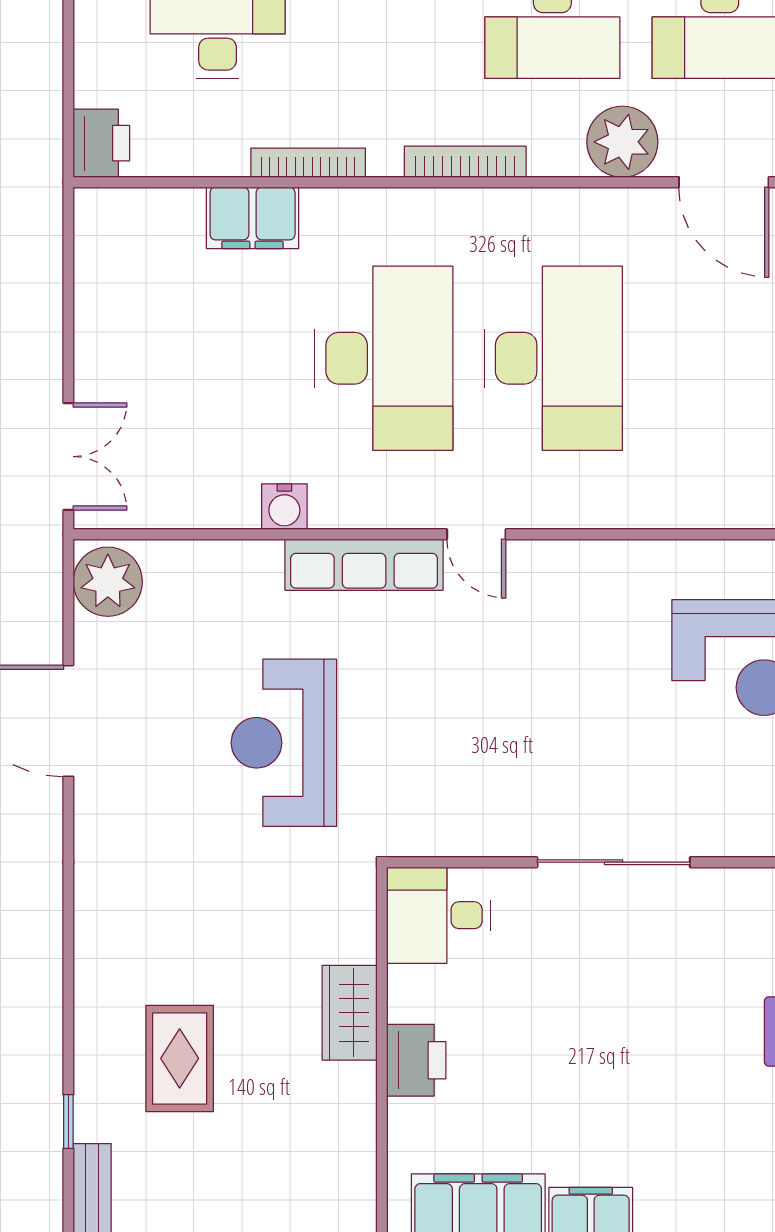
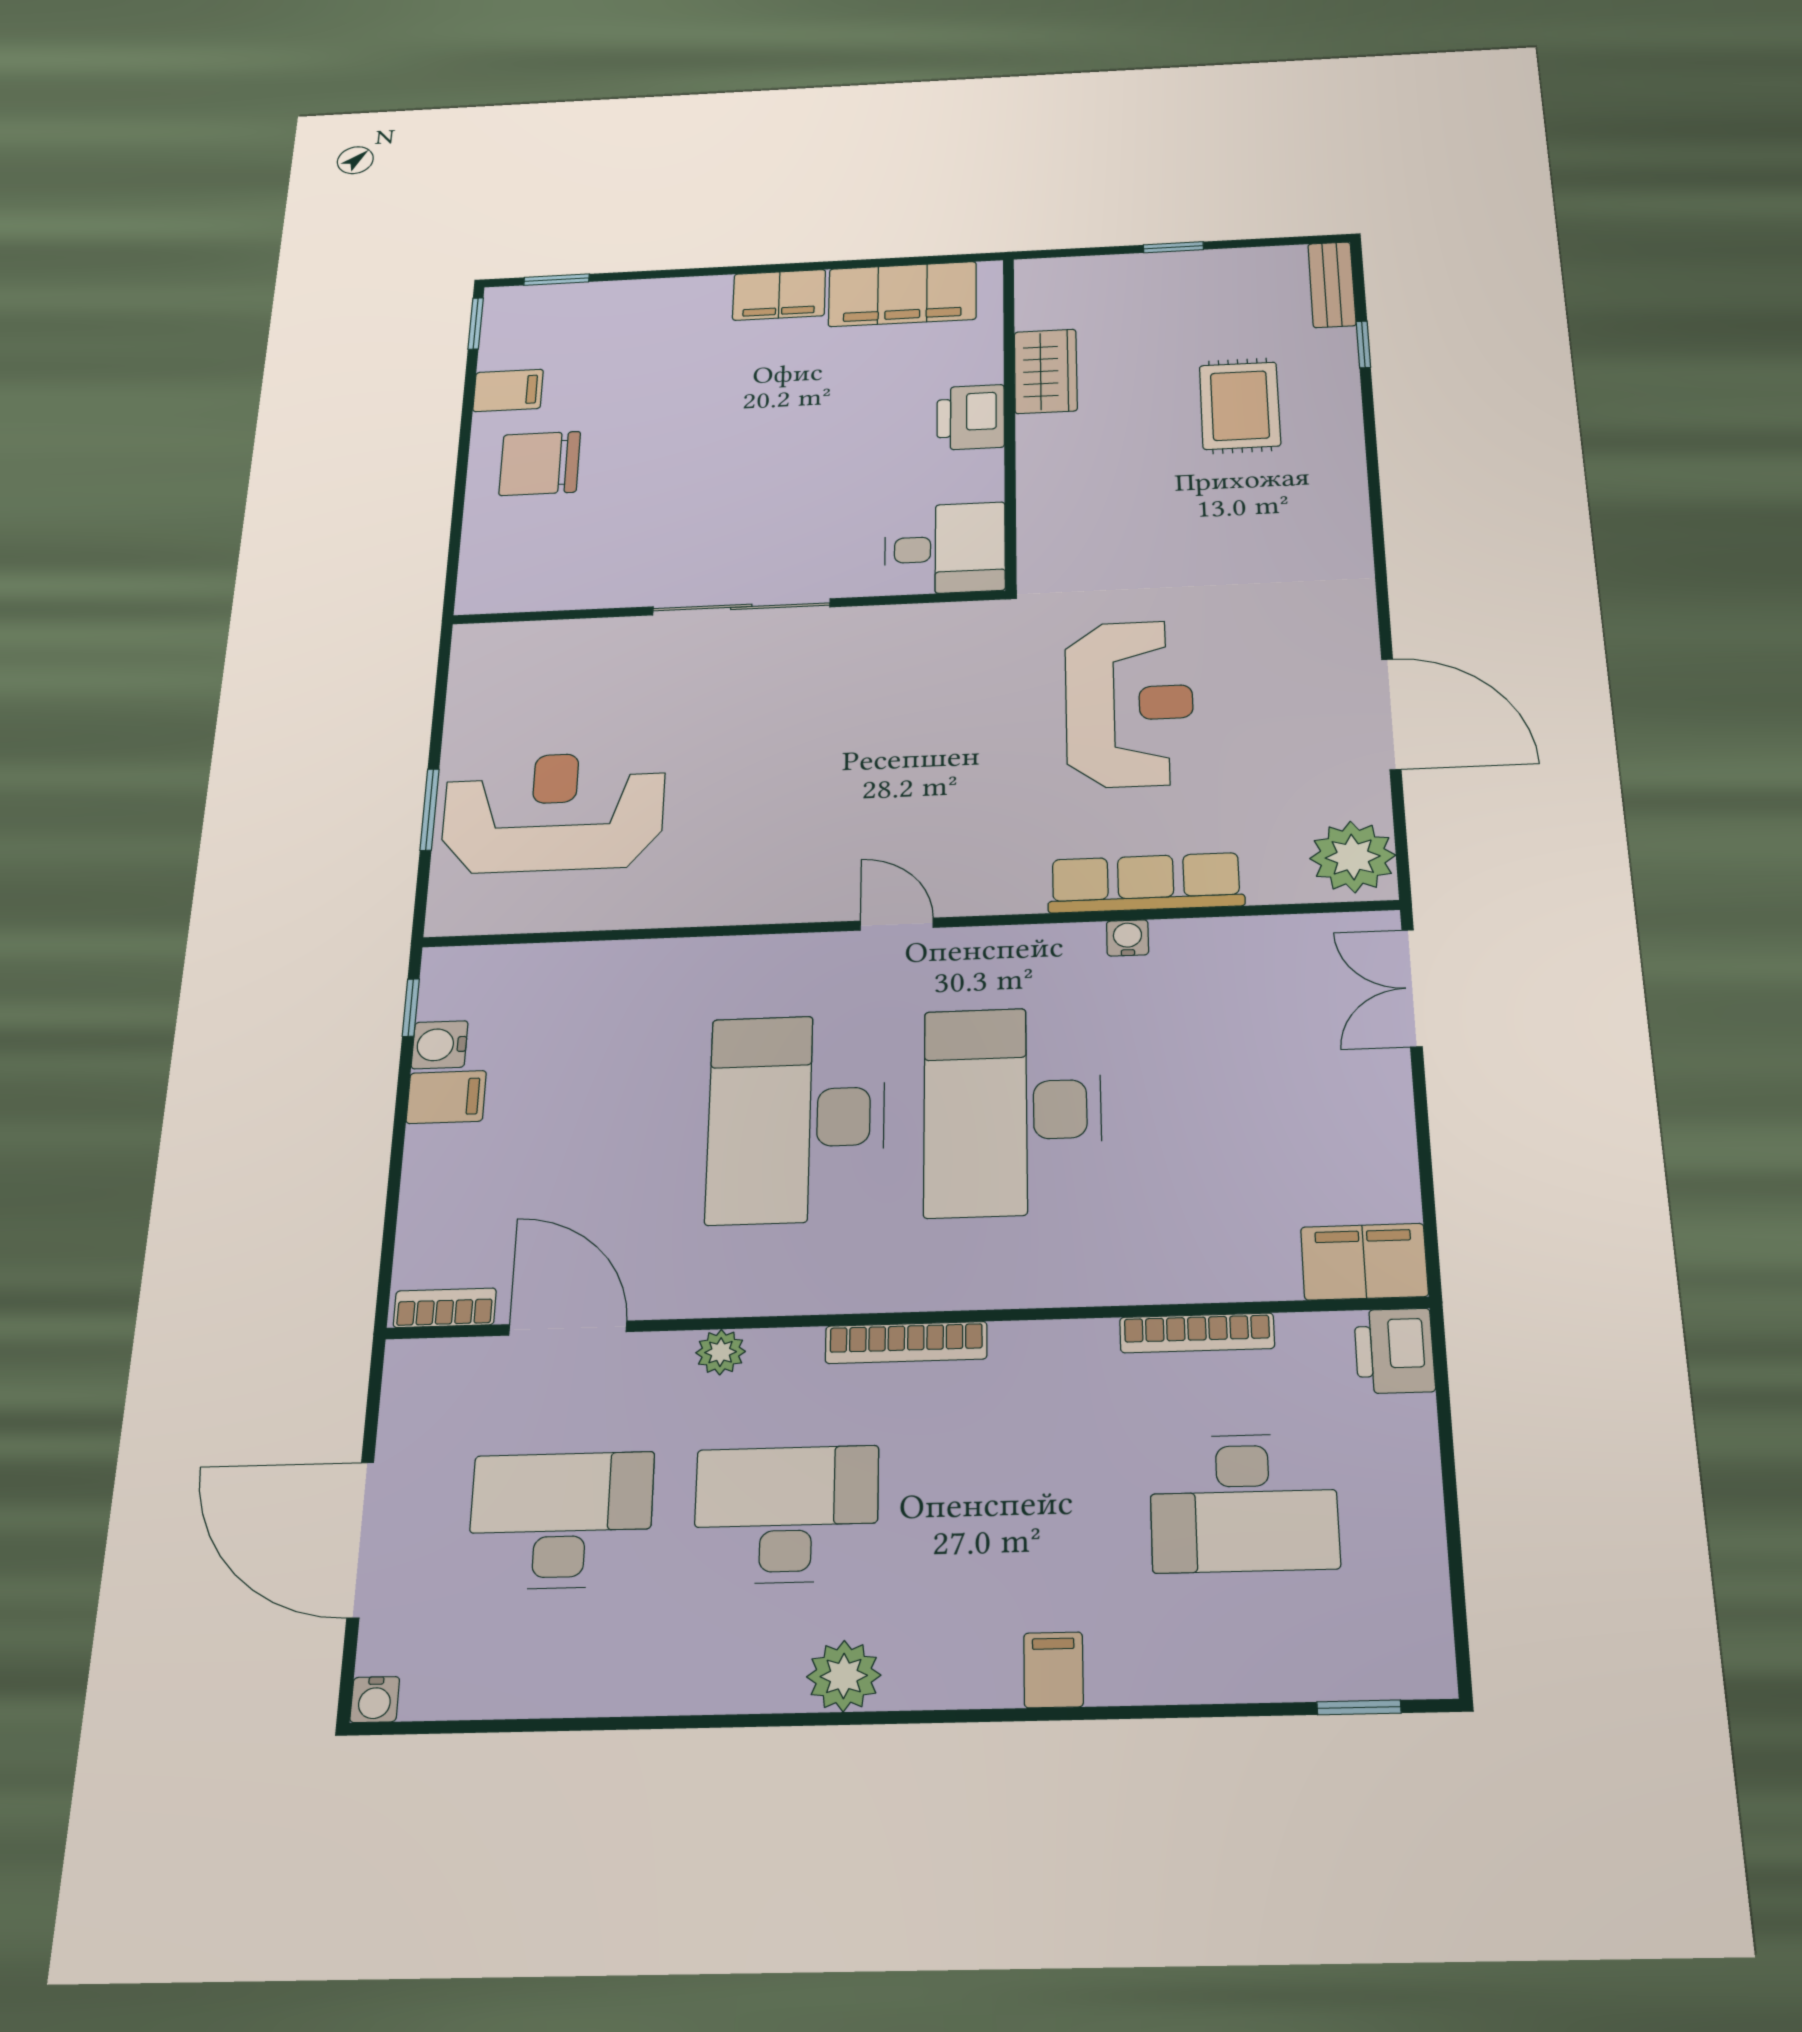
plant: (622, 142) -> (721, 1352), width x0.53, depth x0.53
bookcase: (308, 163) -> (1197, 1333), moved
filing cabinet: (253, 218) -> (1364, 1262), moved
water cooler: (284, 507) -> (1128, 938), width x0.72, depth x0.72
row of seats: (364, 565) -> (1146, 883), moved
wardrobe: (350, 1013) -> (1046, 371), moved

